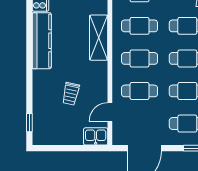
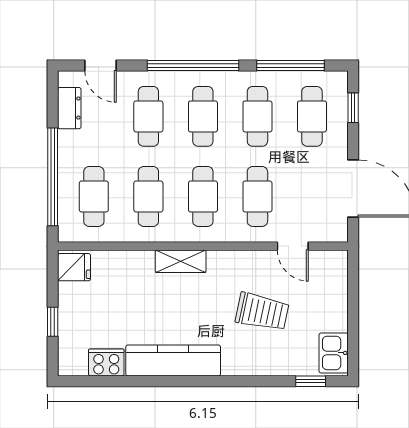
shelving: (99, 38) -> (181, 261), width x0.67, depth x0.75
trolley: (71, 94) -> (262, 312), width x1.36, depth x1.39
kitchen sink: (96, 136) -> (334, 353), moved

